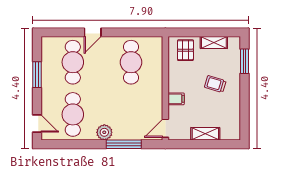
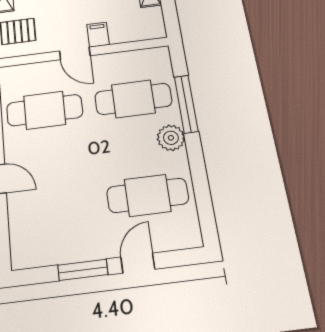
cafe table: (73, 62) -> (133, 99), moved
door: (37, 123) -> (138, 263), moved
door: (165, 128) -> (75, 53), moved

